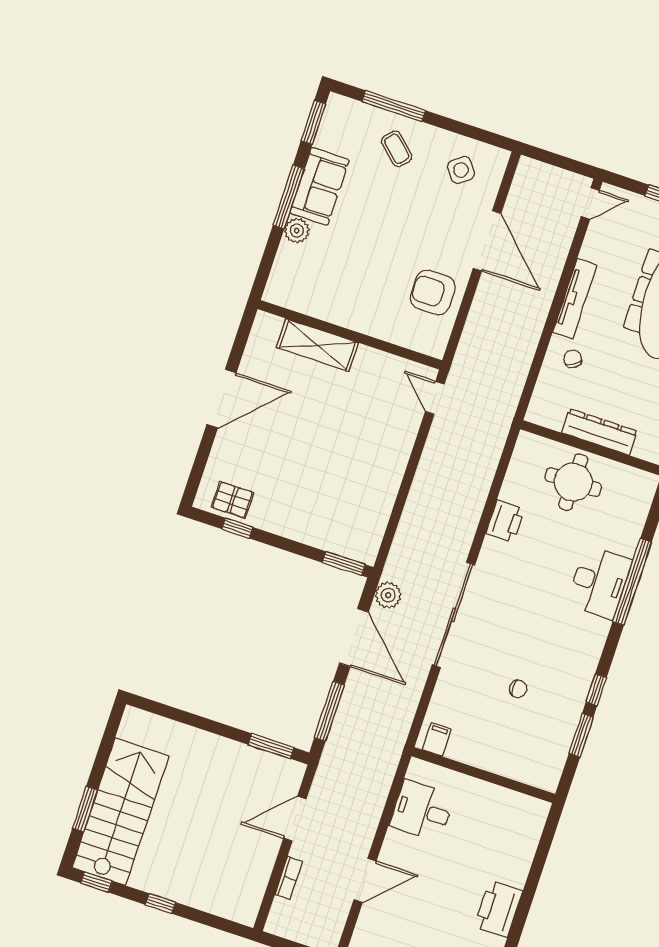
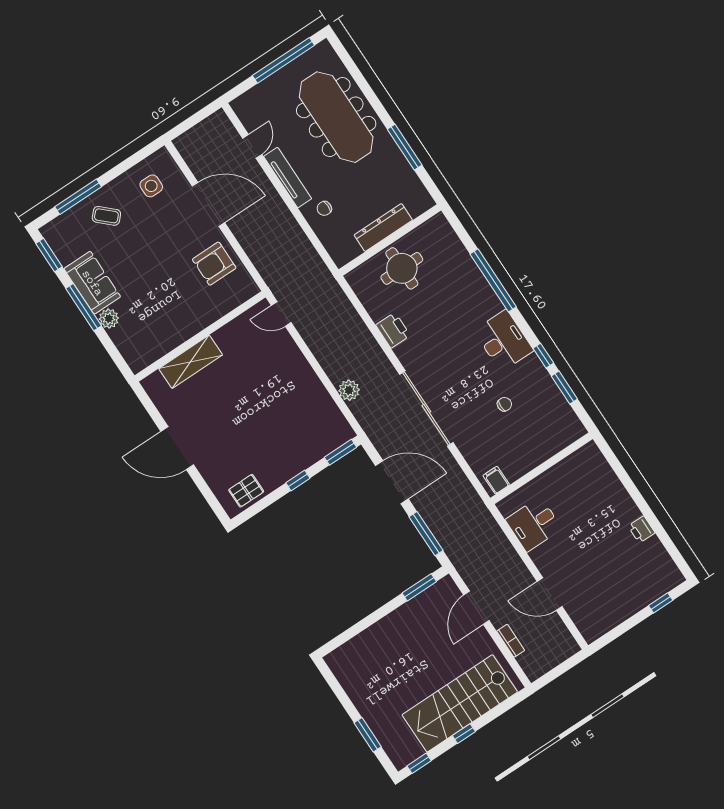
side table: (461, 170) -> (151, 186), turned 38
door: (590, 203) -> (252, 146), moved
chair: (573, 359) -> (324, 208), turned -58
door: (221, 399) -> (177, 448), swing flipped
window: (237, 528) -> (298, 480), moved
desk: (599, 582) -> (504, 341), moved
plant: (388, 595) -> (349, 390), moved
stairs: (120, 812) -> (460, 703), moved, turned -90
door: (365, 880) -> (550, 594), swing flipped
printer: (498, 909) -> (642, 529), width x0.53, depth x0.68

